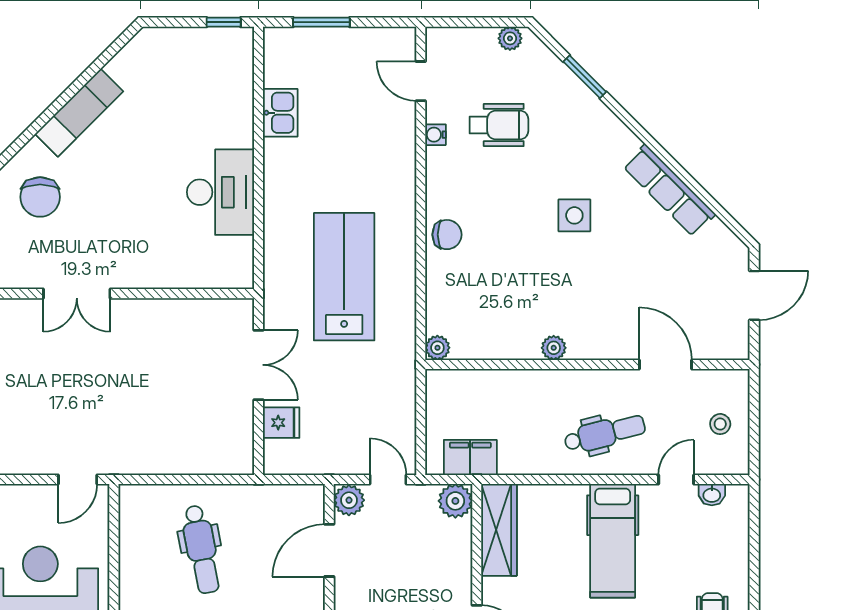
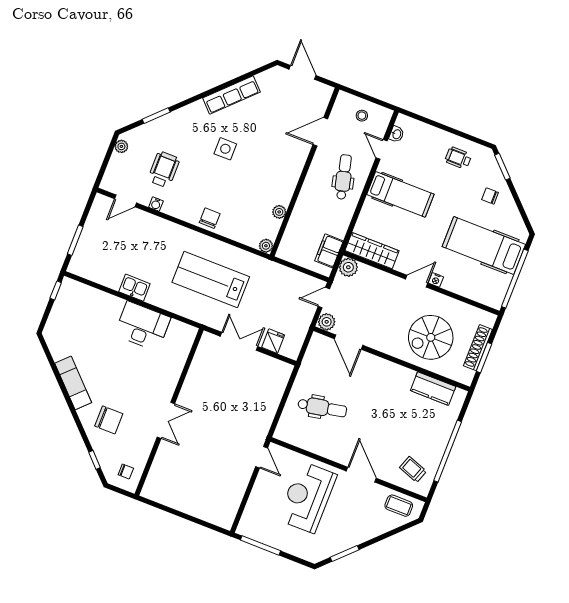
kitchen sink: (280, 113) -> (134, 288), moved
plant: (554, 348) -> (279, 212), moved

